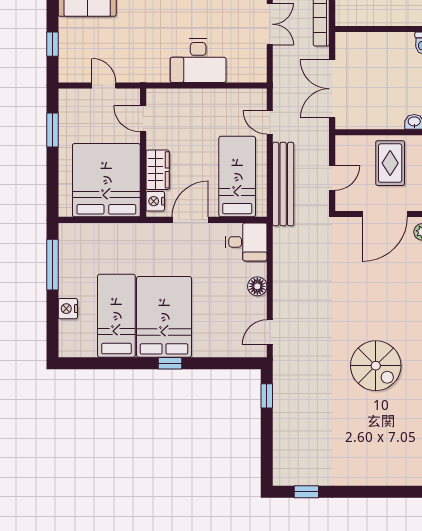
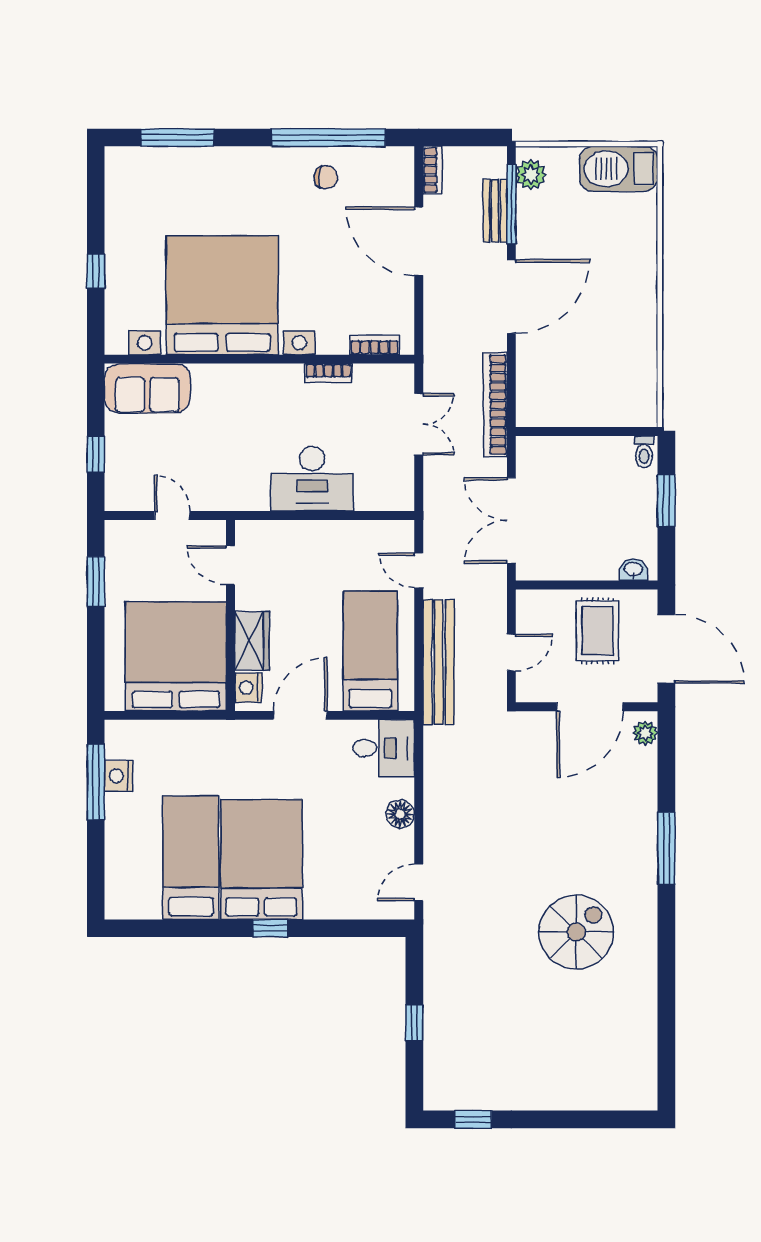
nightstand: (68, 309) -> (119, 776), moved
spiral stairs: (376, 366) -> (576, 932), turned -90
window: (267, 396) -> (414, 1023), moved

